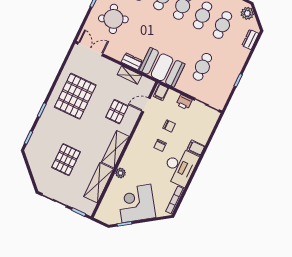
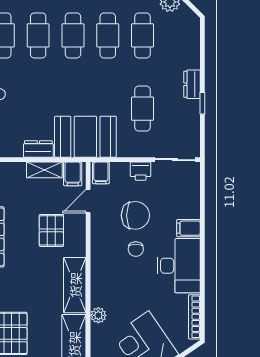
dresser: (250, 39) -> (192, 84), moved
filing cabinet: (145, 85) -> (73, 174), added
chair: (169, 126) -> (135, 215), width x1.87, depth x1.87

